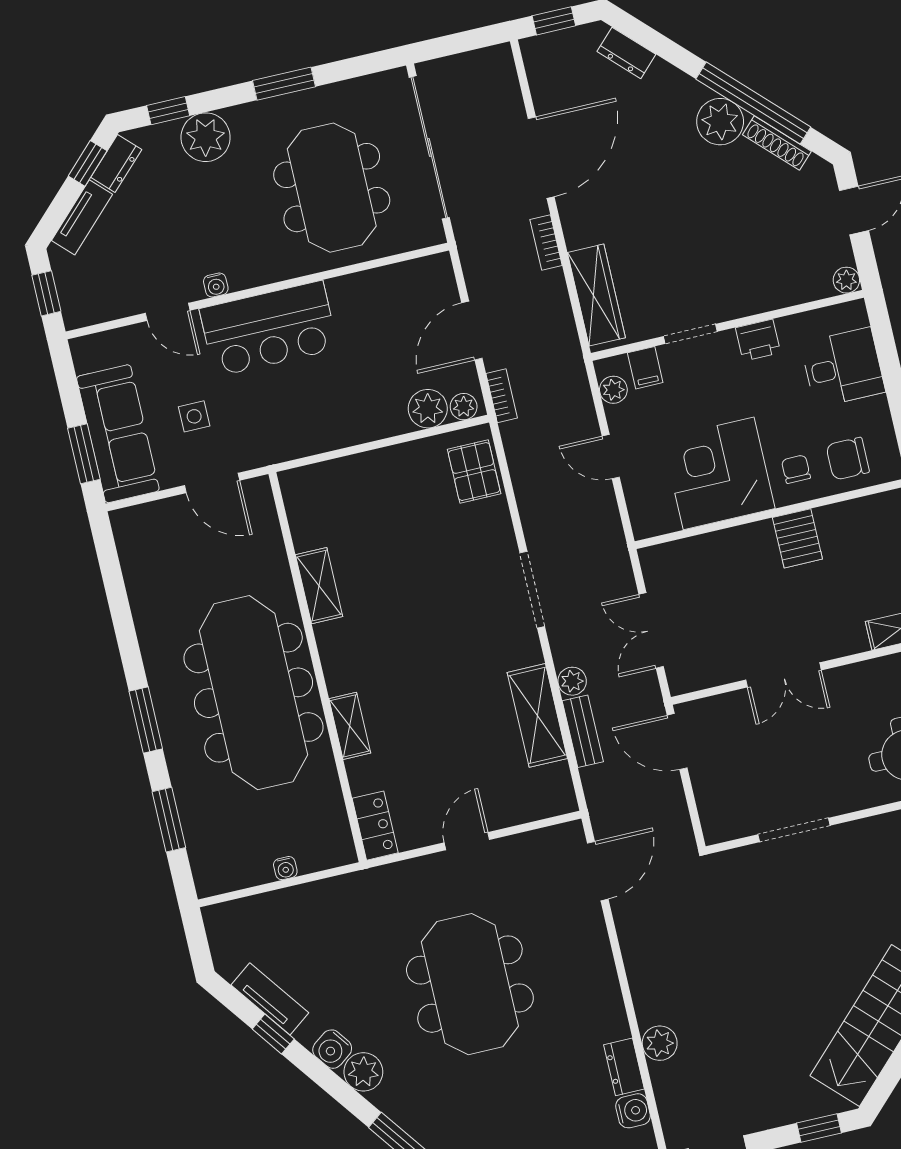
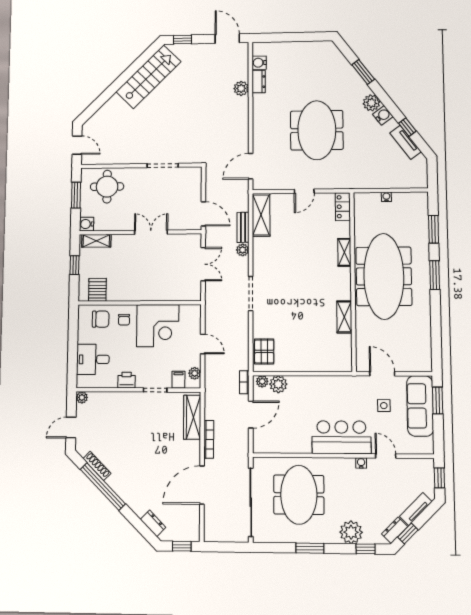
plant: (720, 122) -> (119, 482), removed
bookcase: (546, 242) -> (209, 439), width x1.56
server rack: (797, 538) -> (97, 290), moved
shelving: (537, 715) -> (261, 215), moved

